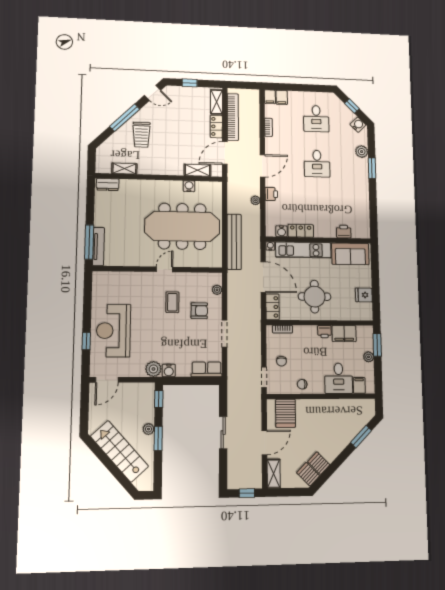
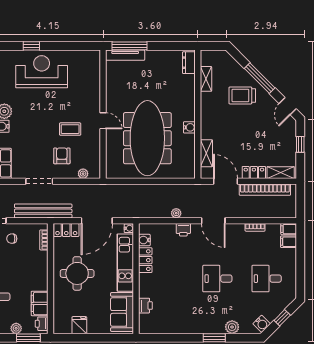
water cooler: (189, 186) -> (189, 127), moved
bench: (234, 242) -> (43, 211), moved
armchair: (199, 311) -> (62, 156), turned 180
printer: (324, 332) -> (42, 324), moved

